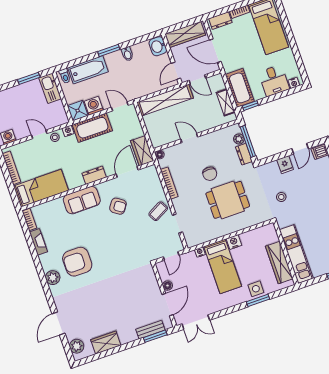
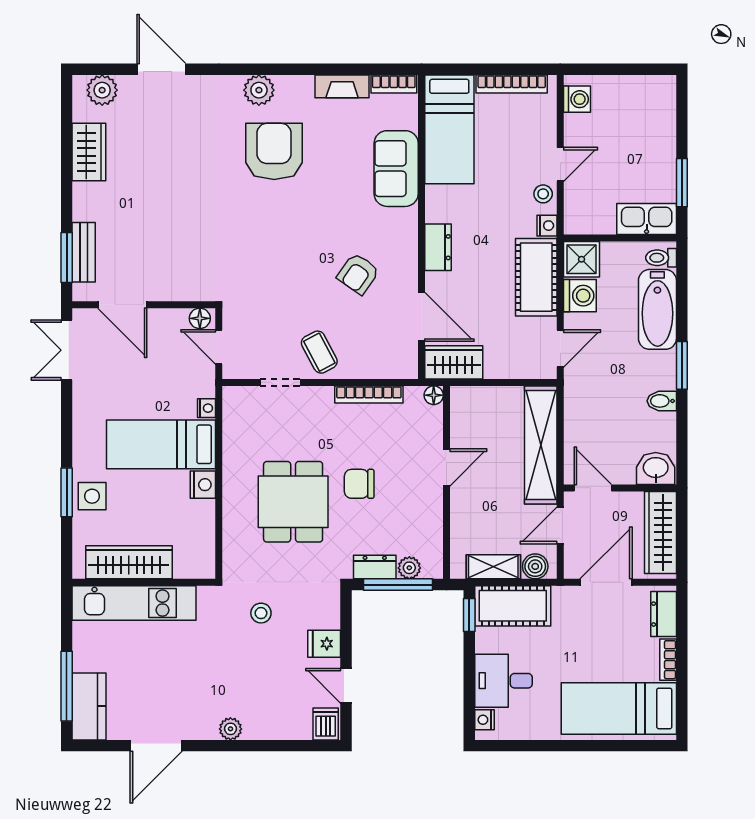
boiler: (219, 84) -> (535, 566), added
sofa: (82, 200) -> (396, 169), moved
floor lamp: (168, 286) -> (200, 318), moved

